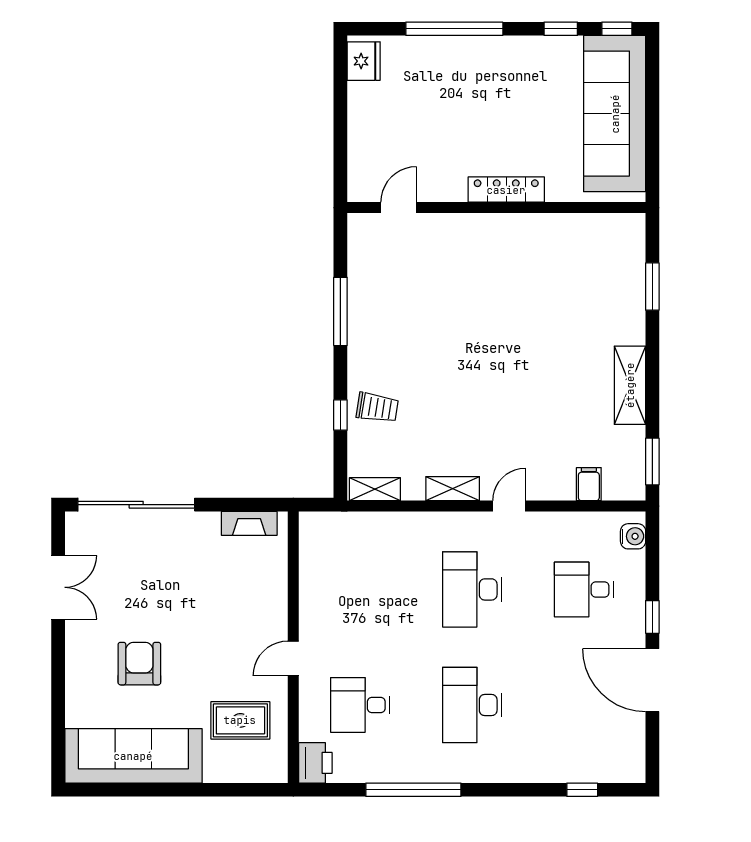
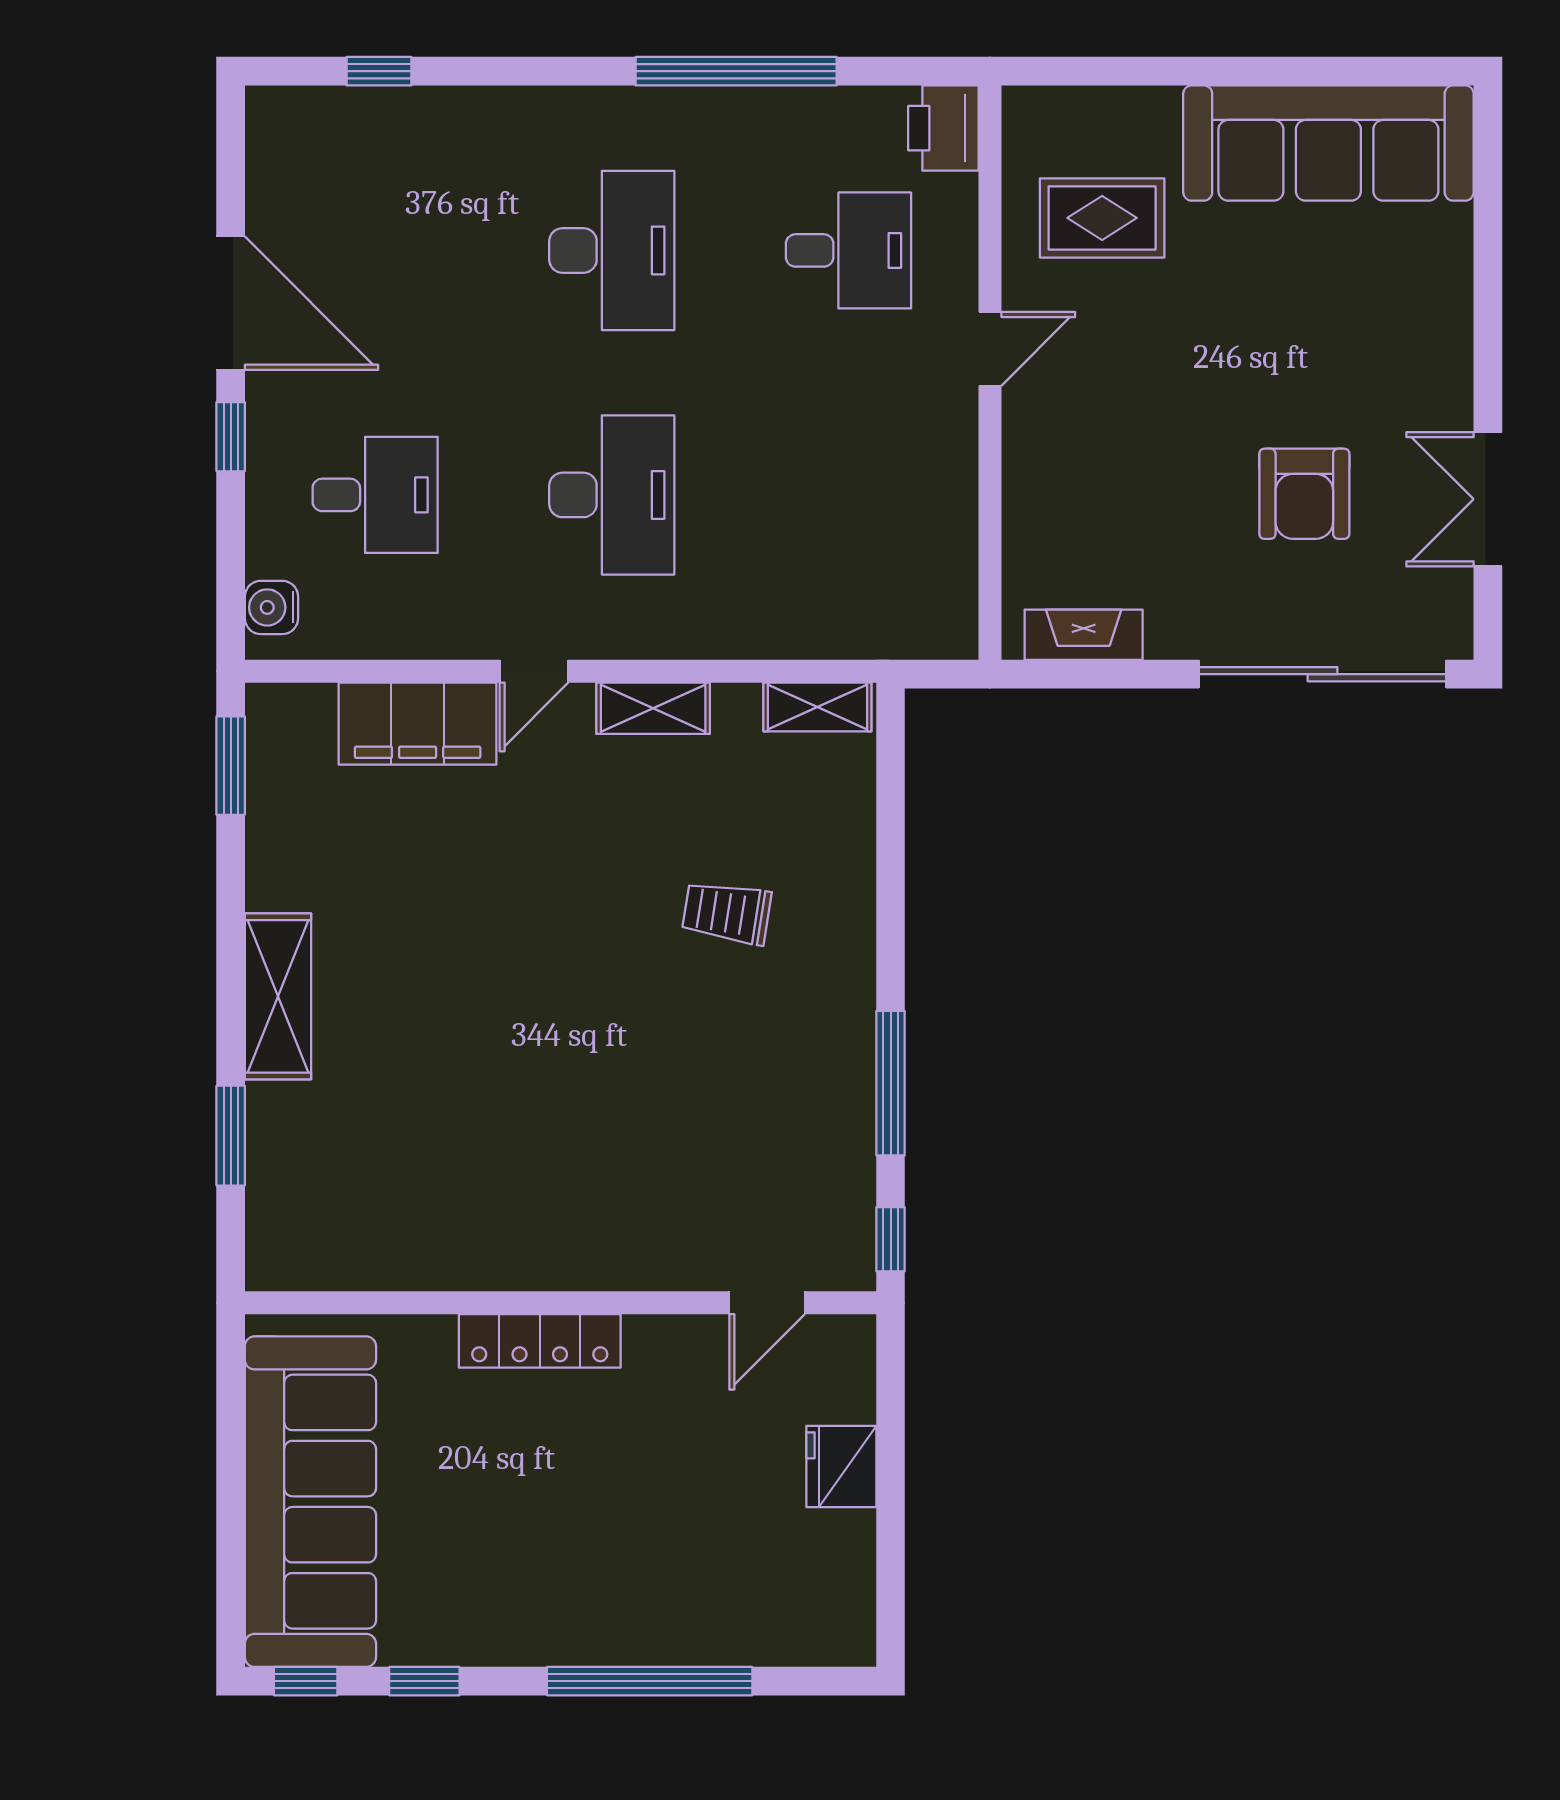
fridge: (364, 61) -> (841, 1466), moved
shelving: (630, 385) -> (278, 996), moved
trolley: (377, 408) -> (727, 913), moved
window: (340, 415) -> (891, 1239), moved
filing cabinet: (589, 484) -> (418, 724), width x3.00, depth x1.17
armchair: (139, 664) -> (1304, 494), moved

